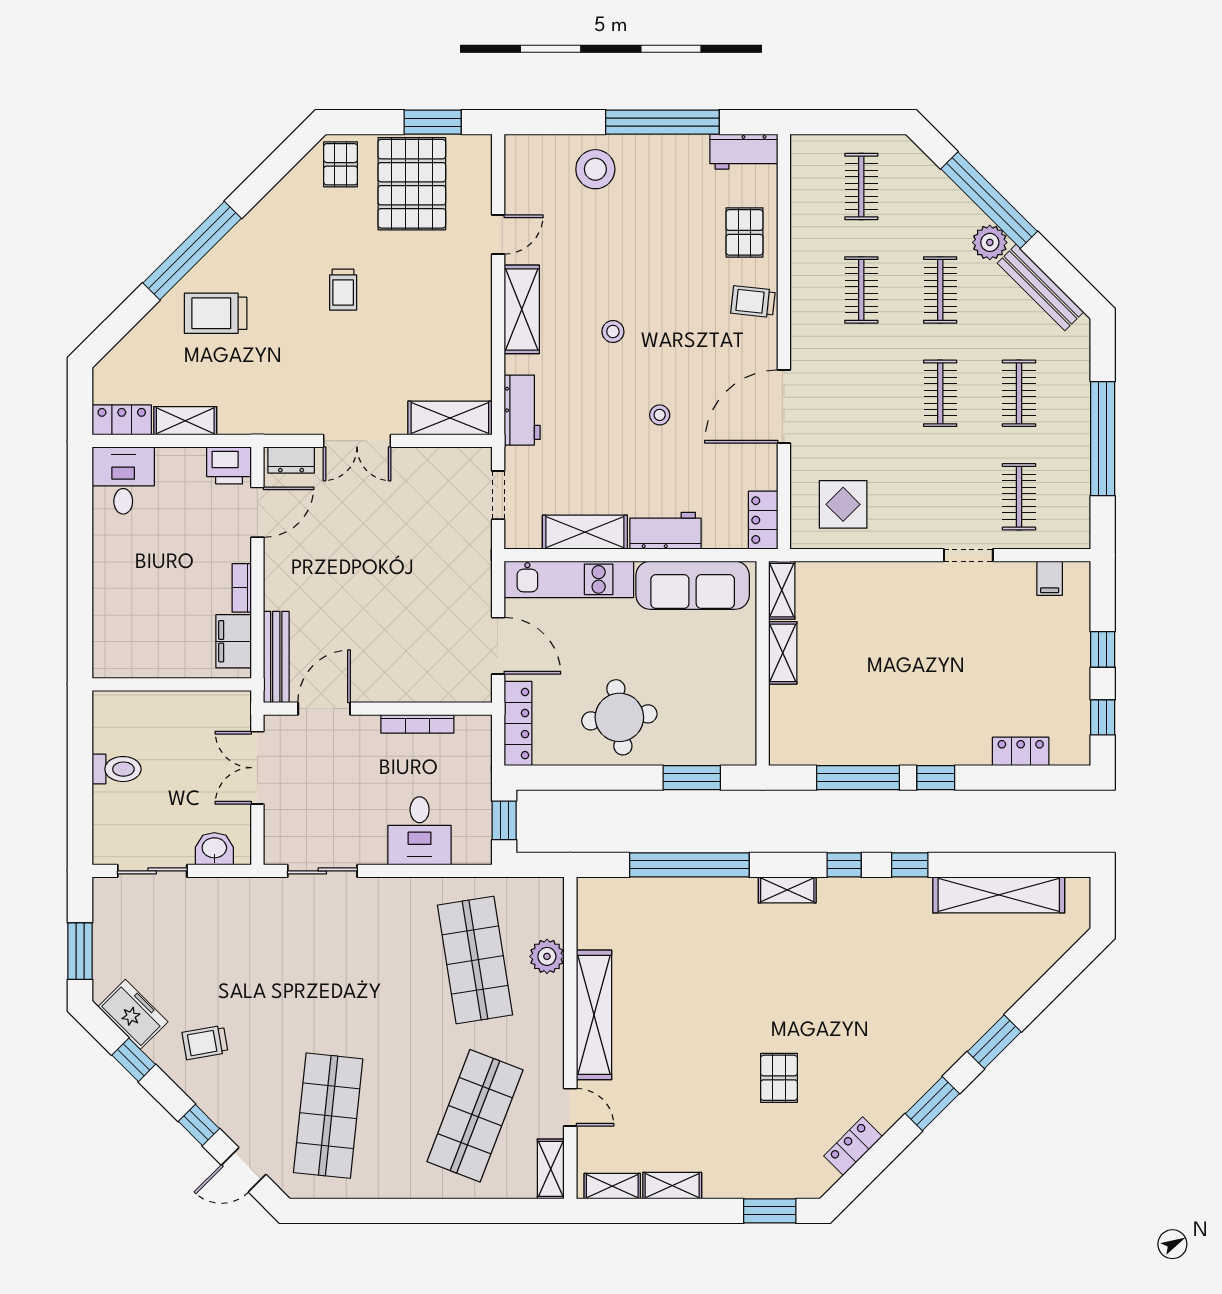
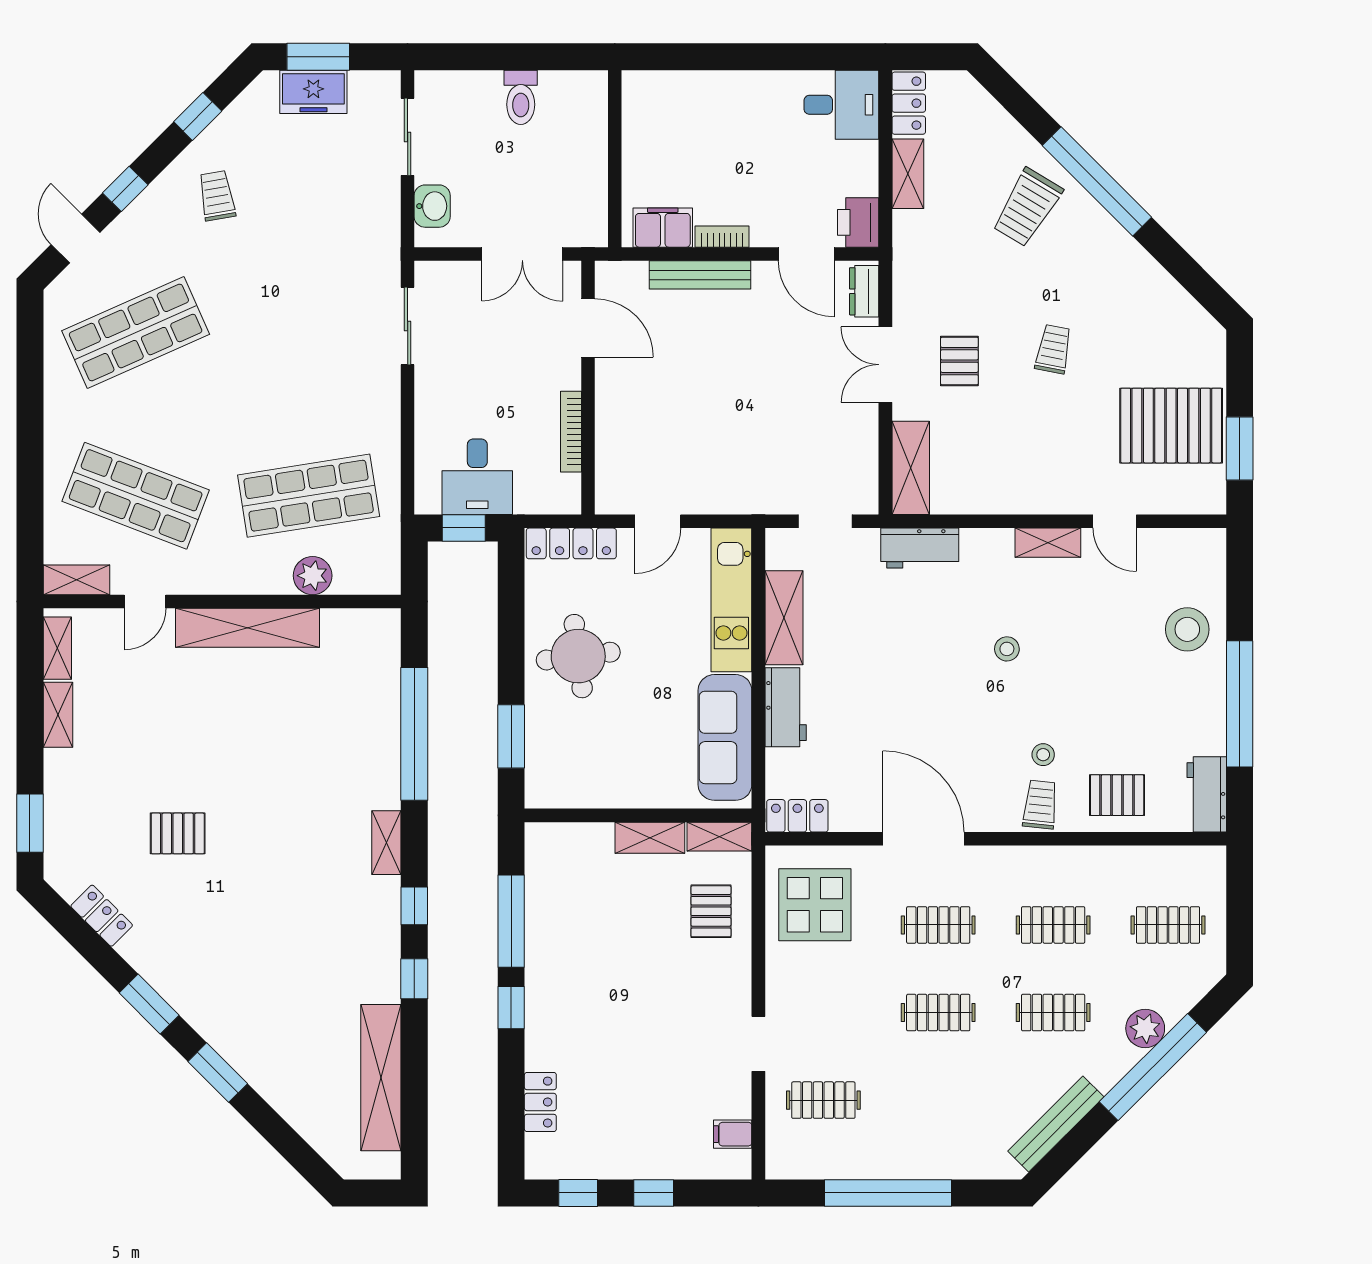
pallet: (341, 164) -> (959, 361), moved, turned 90
plant: (990, 242) -> (1145, 1028), moved
trolley: (343, 290) -> (1053, 349), turned 101
shelving: (522, 309) -> (1048, 543), width x0.67, depth x0.75
trolley: (216, 313) -> (1027, 208), turned -149
clothes rail: (1019, 393) -> (938, 925), moved
stool: (660, 415) -> (1043, 755), moved
display table: (843, 504) -> (815, 905), width x1.36, depth x1.36
pallet: (849, 598) -> (711, 911), added
door: (498, 646) -> (658, 521), width x0.73
bench: (276, 657) -> (700, 275), moved
double door: (257, 768) -> (522, 254), swing flipped
desk: (420, 831) -> (477, 477), moved, turned -90
freezer: (133, 1014) -> (313, 92), moved, turned 45
shop shelf: (328, 1116) -> (136, 332), turned -30

